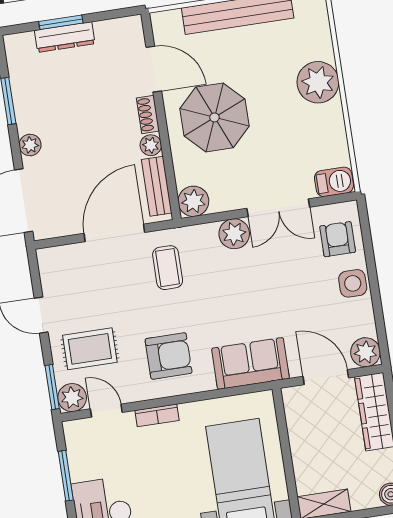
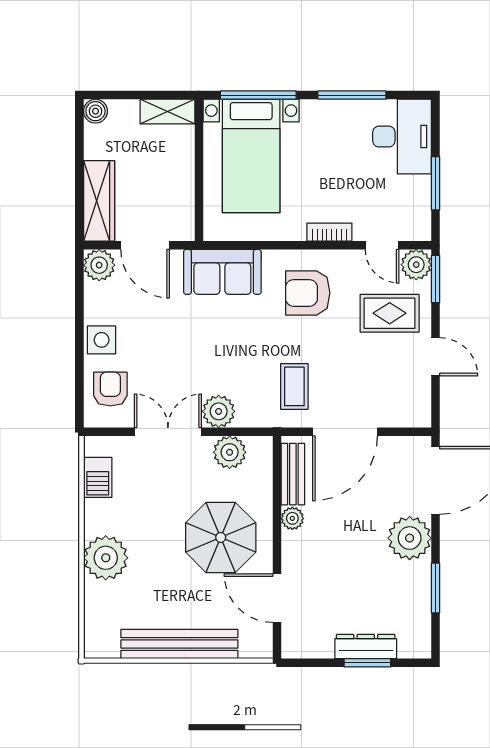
shoe rack: (148, 114) -> (291, 551), removed
plant: (30, 145) -> (410, 538), width x1.88, depth x1.88
barbecue: (334, 182) -> (98, 477), moved, turned -90
plant: (193, 201) -> (230, 452), moved
armchair: (338, 239) -> (110, 389), turned 180

